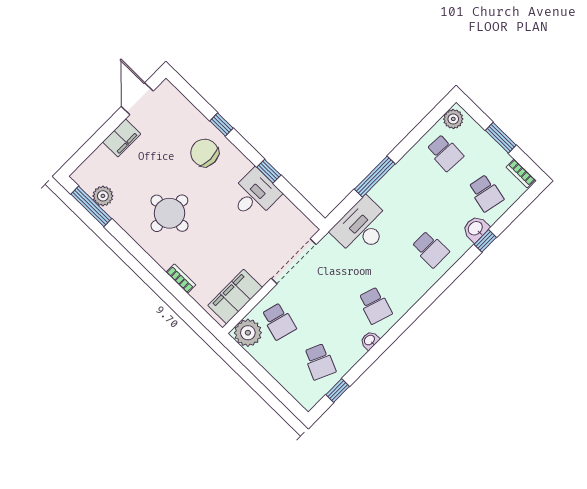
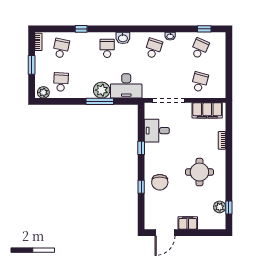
desk: (254, 195) -> (157, 131), moved
window: (91, 206) -> (229, 207), width x0.46
washbasin: (476, 229) -> (123, 38), moved
plant: (248, 333) -> (102, 90), moved

